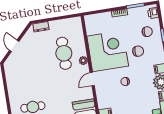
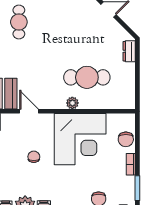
chair: (138, 51) -> (126, 139), moved
door: (92, 79) -> (29, 111), moved

